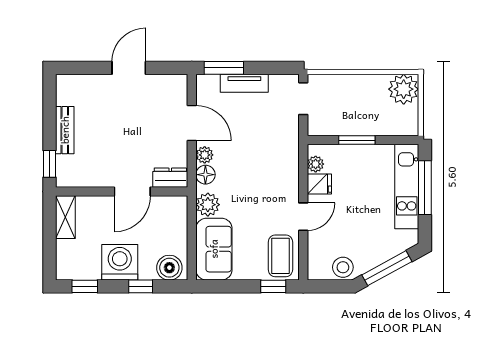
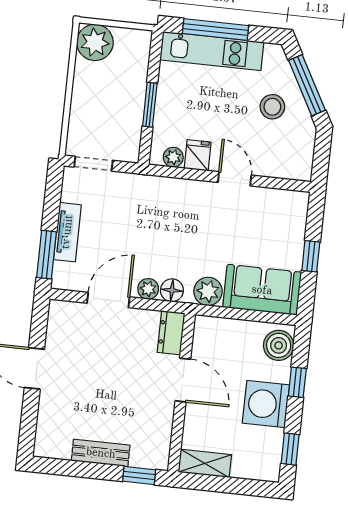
coffee table: (280, 256) -> (279, 211), removed
stool: (343, 267) -> (272, 107), moved
window: (273, 286) -> (311, 256), moved

